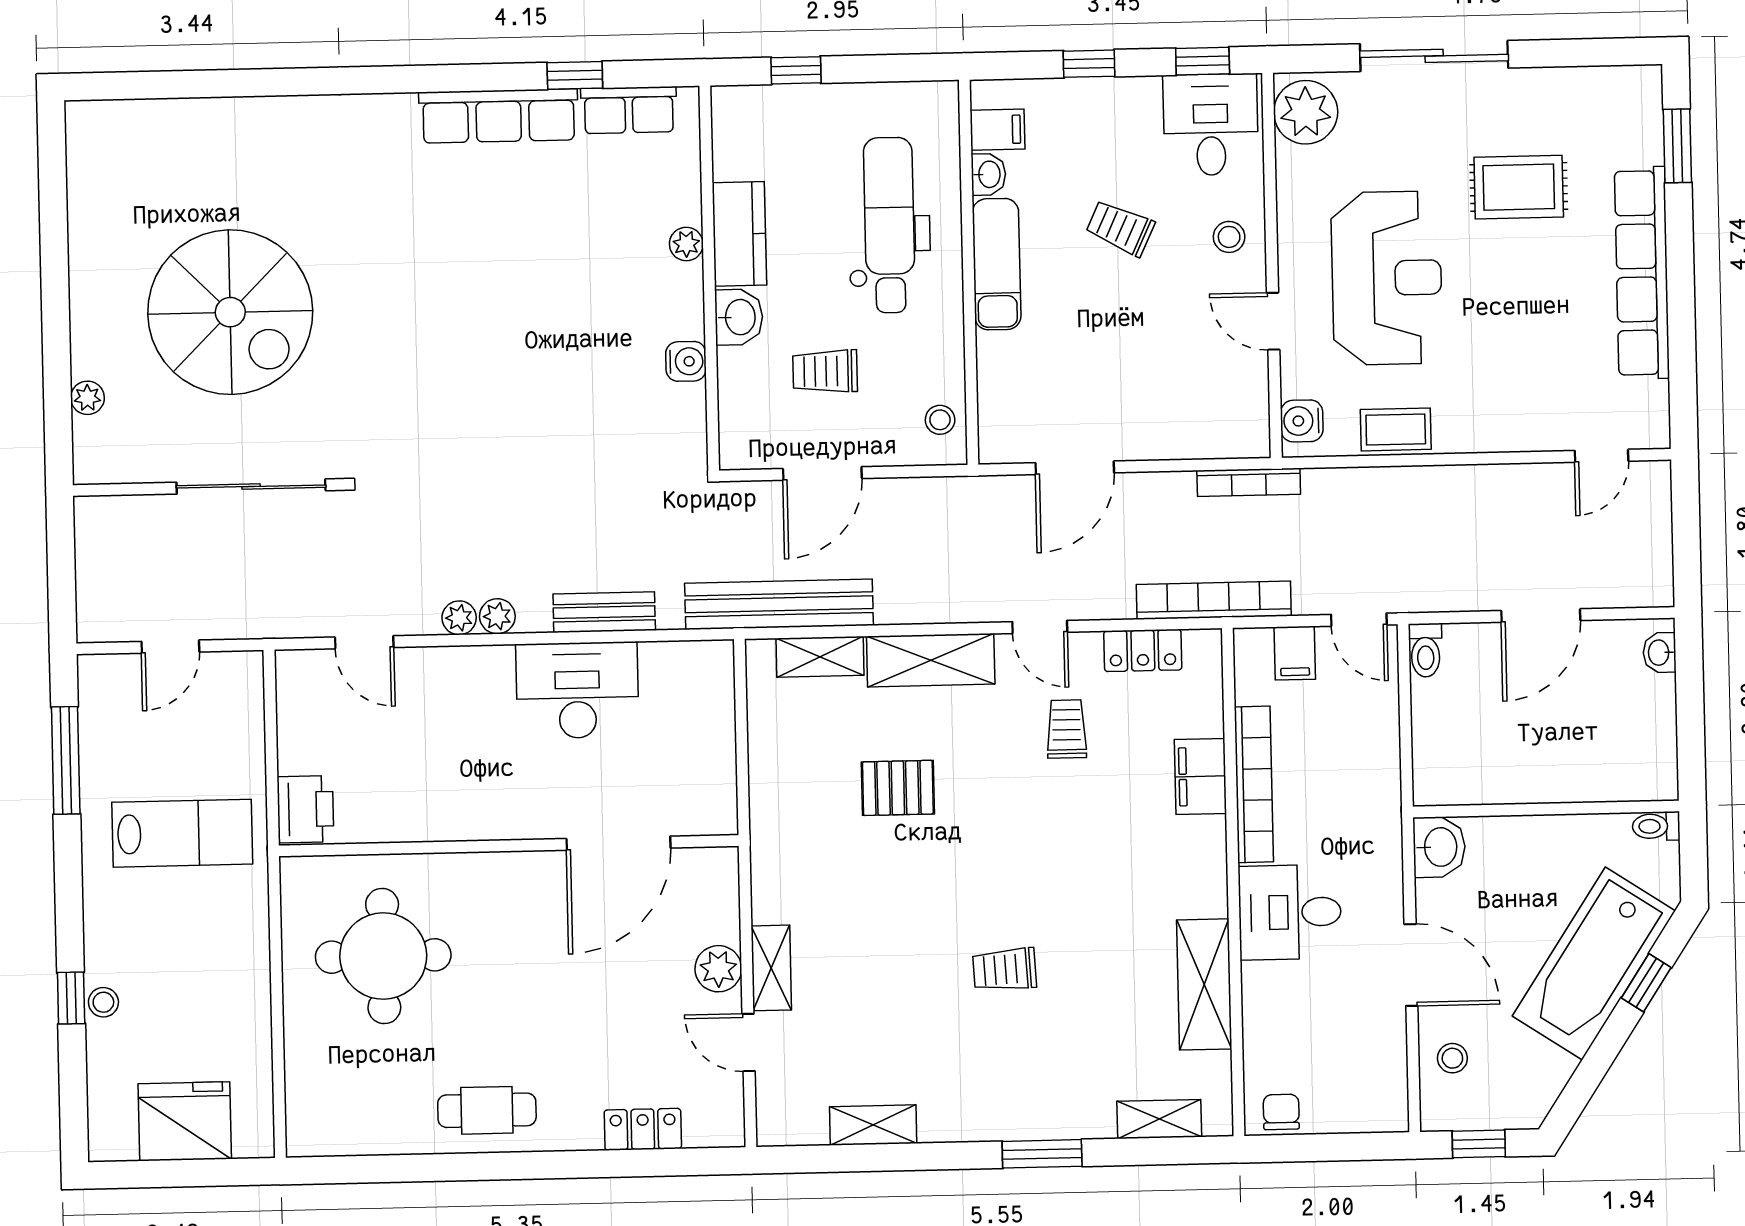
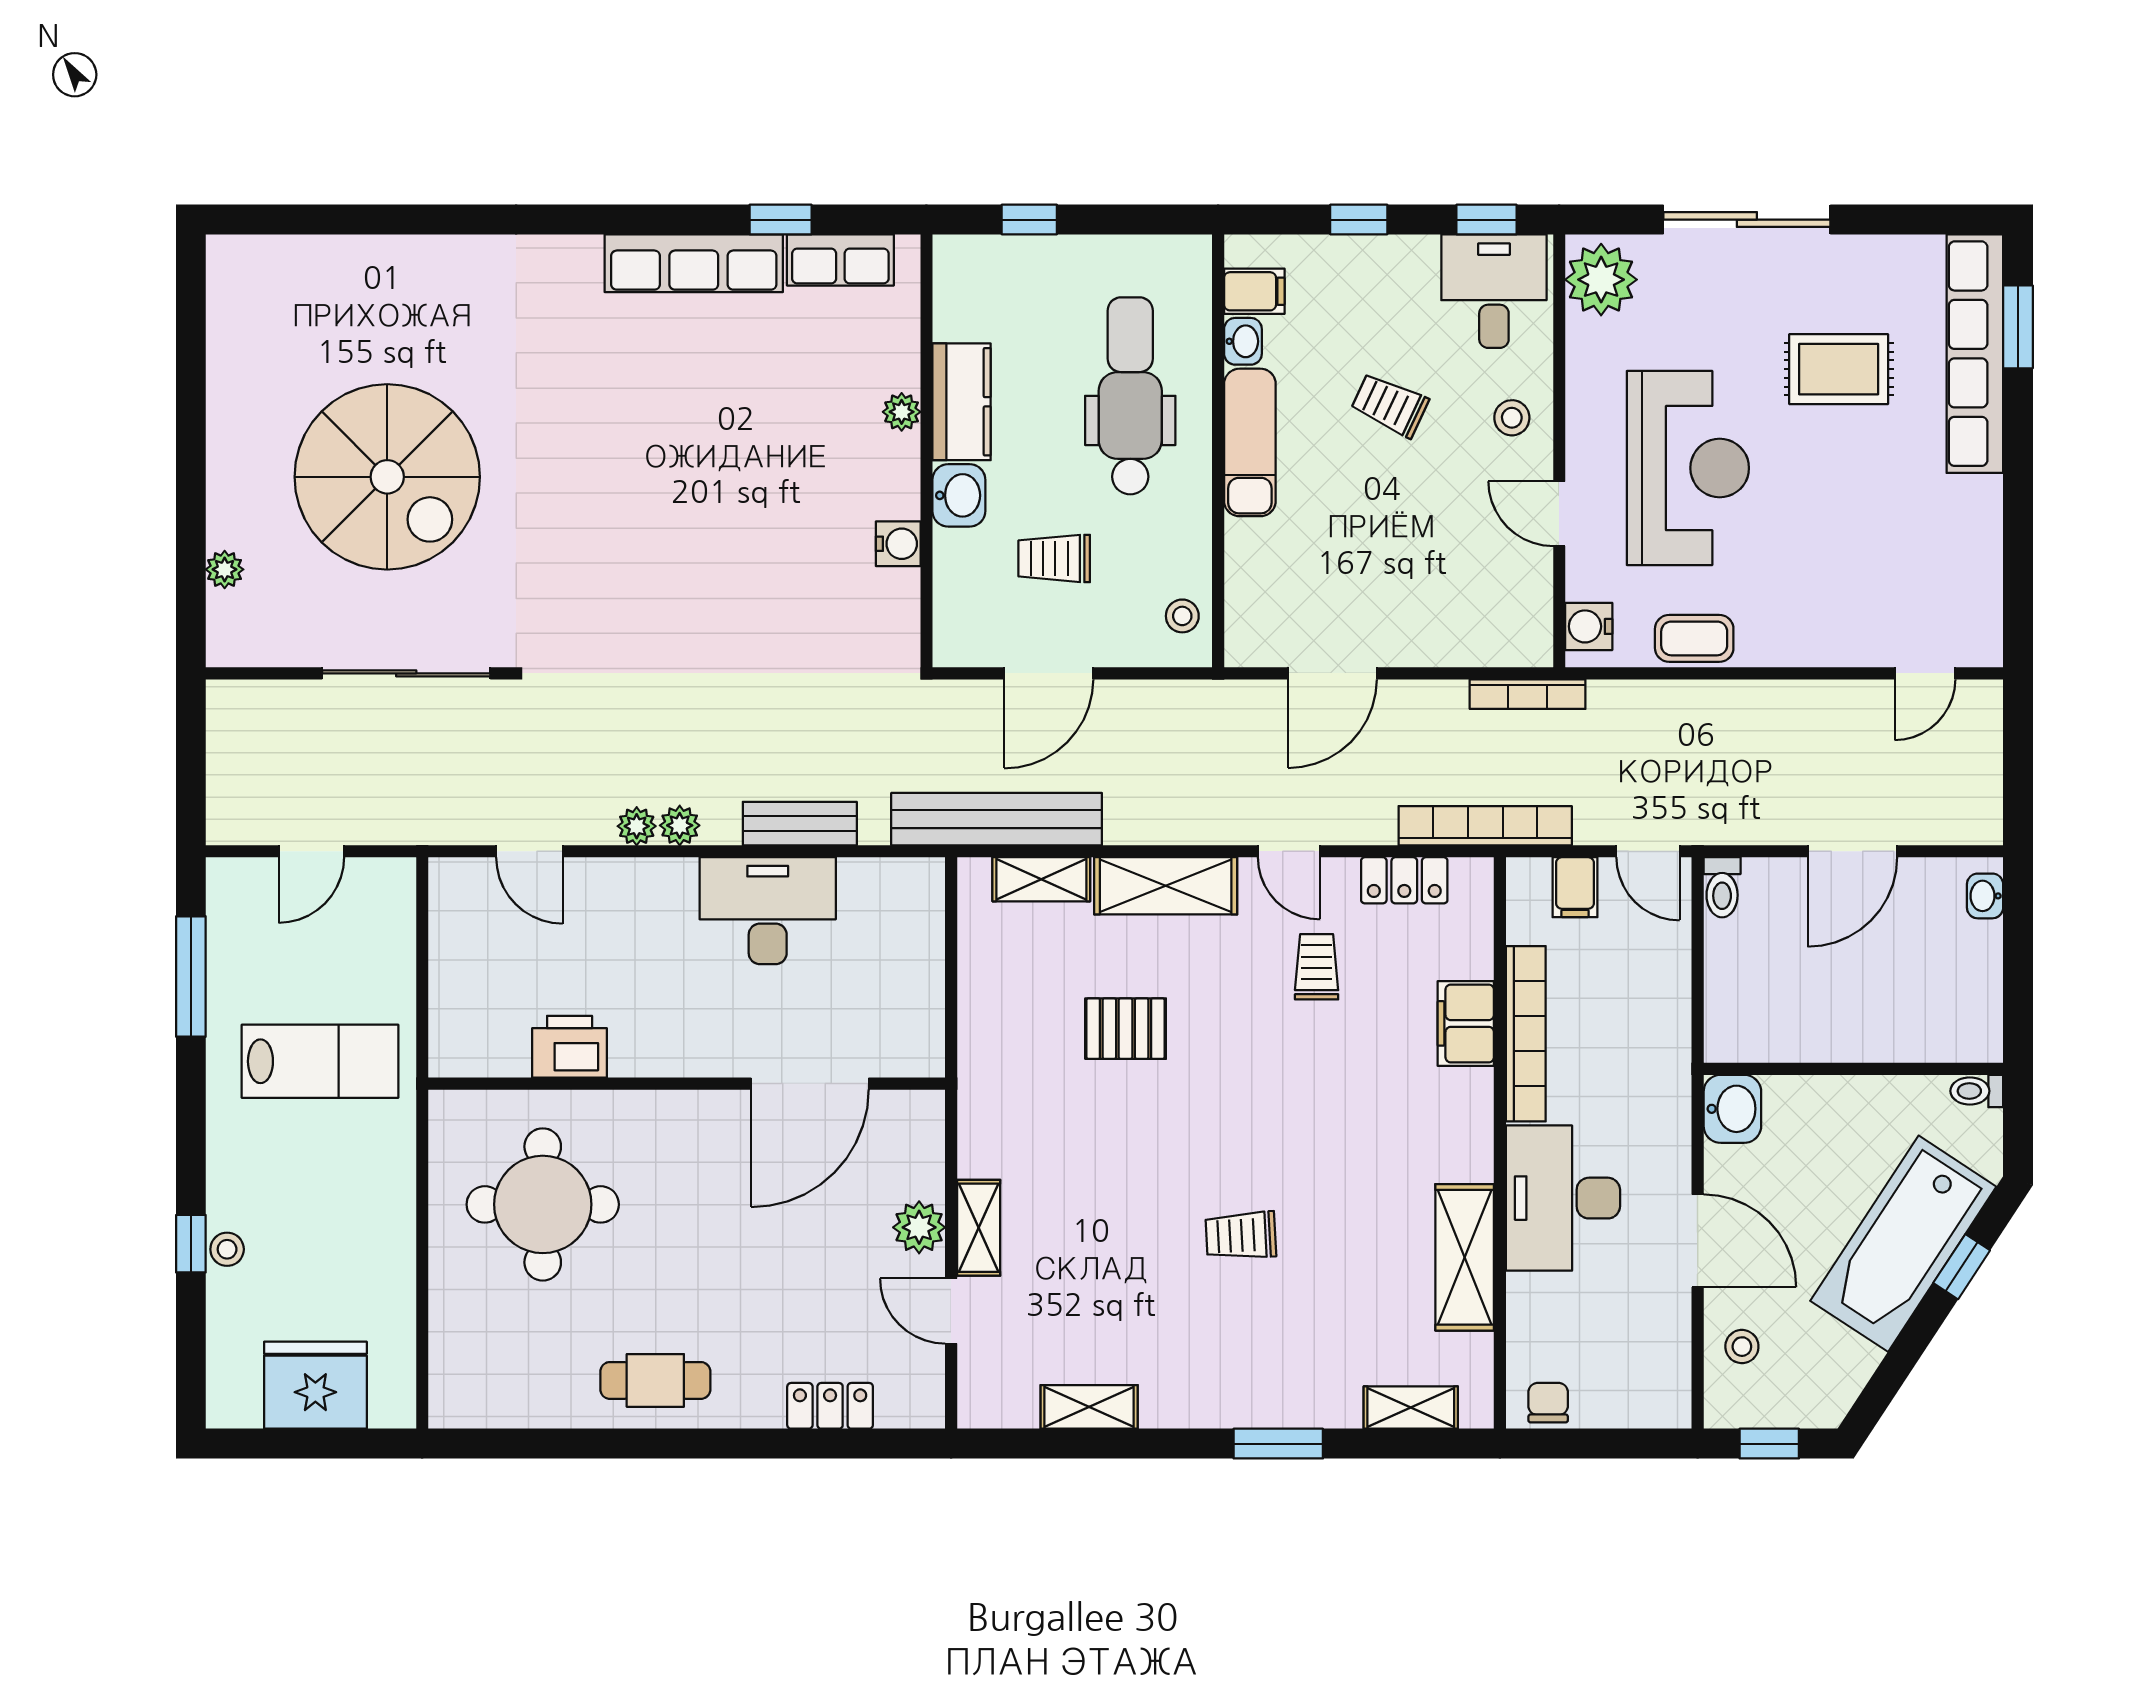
row of seats: (1642, 273) -> (1975, 354), moved
printer: (305, 809) -> (570, 1047), moved, turned -90
desk: (1290, 912) -> (1563, 1198), width x1.37

